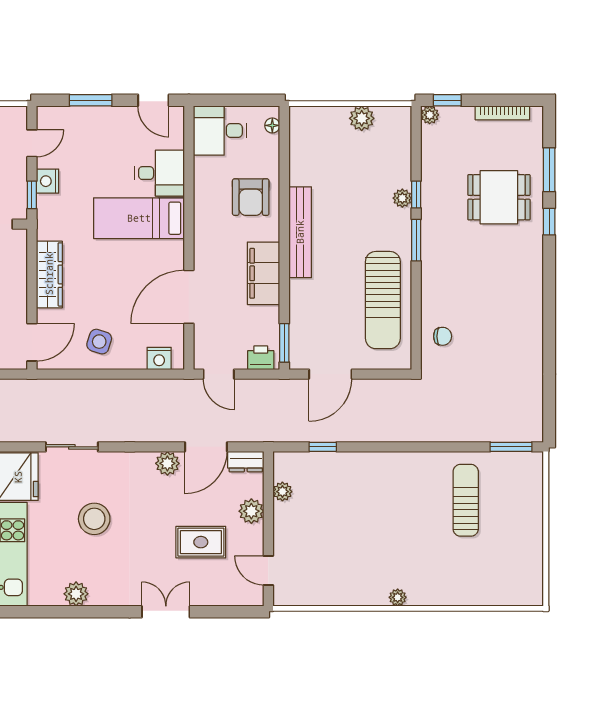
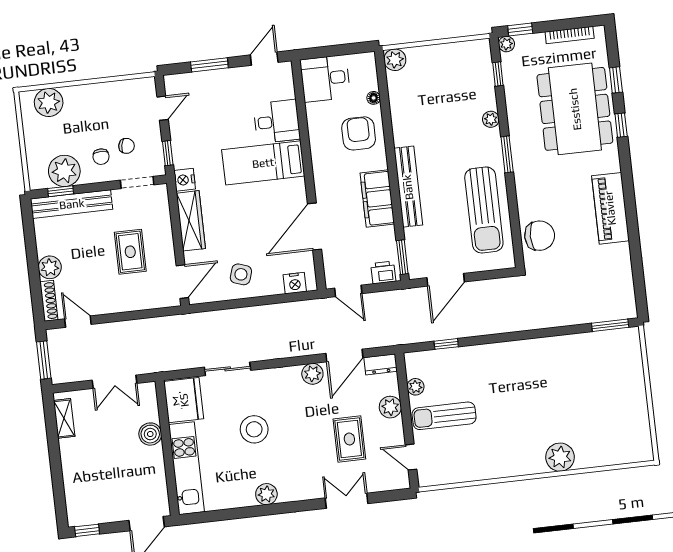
door: (153, 100) -> (264, 59), swing flipped
plant: (362, 118) -> (395, 60), moved
floor lamp: (272, 125) -> (374, 98), moved
window: (549, 170) -> (616, 80), width x0.67
nightstand: (48, 181) -> (185, 180), moved
window: (416, 195) -> (498, 74), moved
armchair: (251, 197) -> (359, 133), turned 180
dining table: (499, 197) -> (575, 109), width x1.88, depth x1.24
bench: (300, 232) -> (408, 187), moved
piano: (526, 314) -> (610, 208), added
chair: (443, 336) -> (540, 236), width x1.87, depth x1.87
sun lounger: (466, 500) -> (444, 416), moved, turned -90
rug: (201, 542) -> (349, 439), turned 90
plant: (76, 594) -> (266, 494), moved
plant: (398, 597) -> (560, 457), moved, width x1.87, depth x1.87
double door: (166, 612) -> (347, 501), moved

